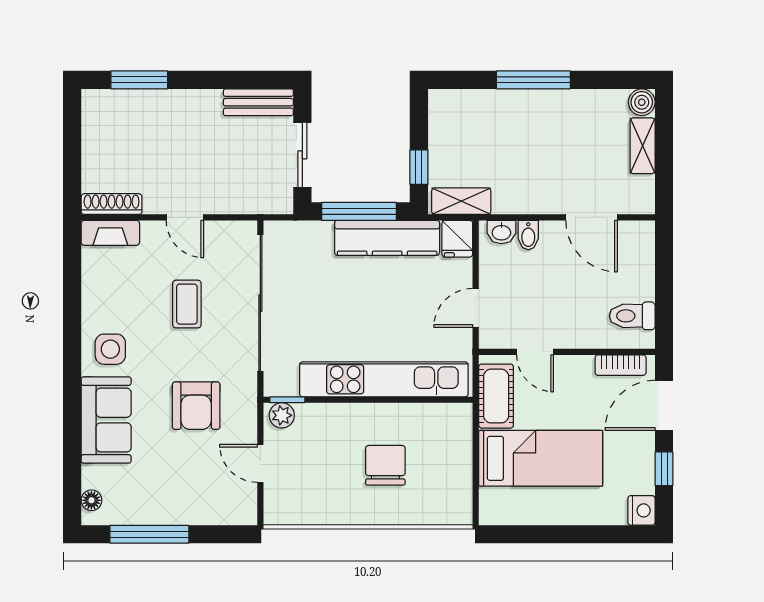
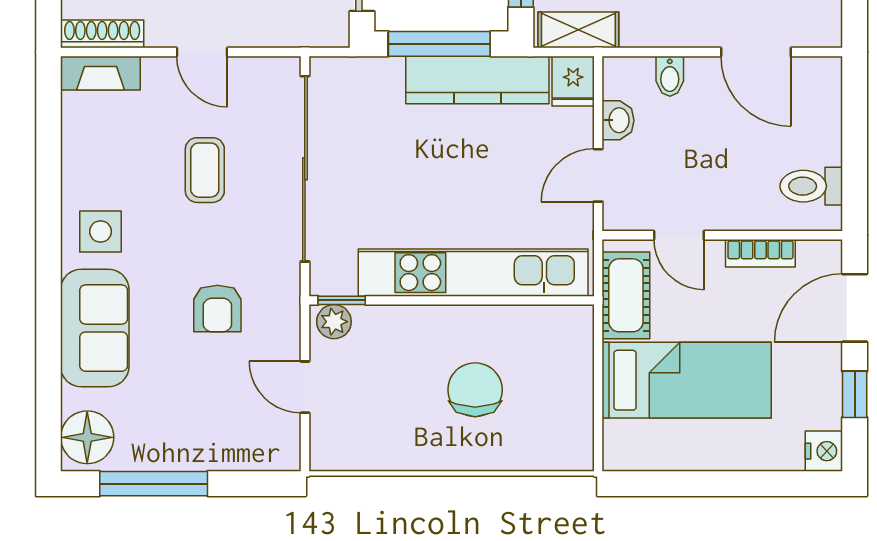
washbasin: (501, 232) -> (618, 120), moved, turned -90
bookcase: (621, 365) -> (760, 253), moved
armchair: (196, 406) -> (217, 308), width x0.72, depth x0.72
floor lamp: (91, 500) -> (87, 437), width x1.89, depth x1.89

